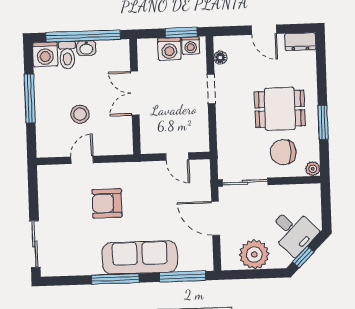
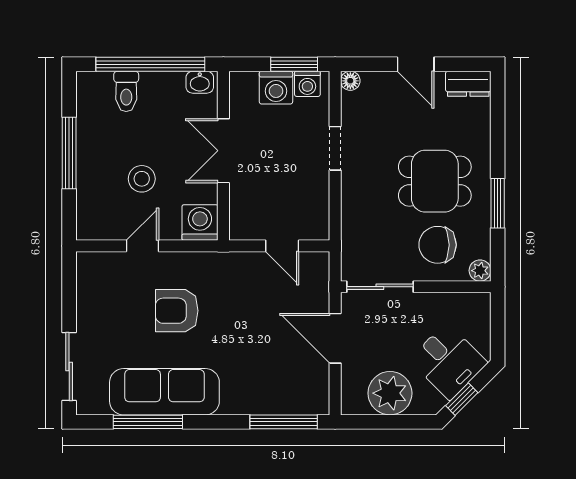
washbasin: (86, 48) -> (200, 82), moved
washing machine: (45, 54) -> (200, 222), moved, turned 180
floor lamp: (220, 58) -> (350, 81), moved
sofa: (140, 257) -> (164, 392), moved
window: (115, 279) -> (148, 422), moved

